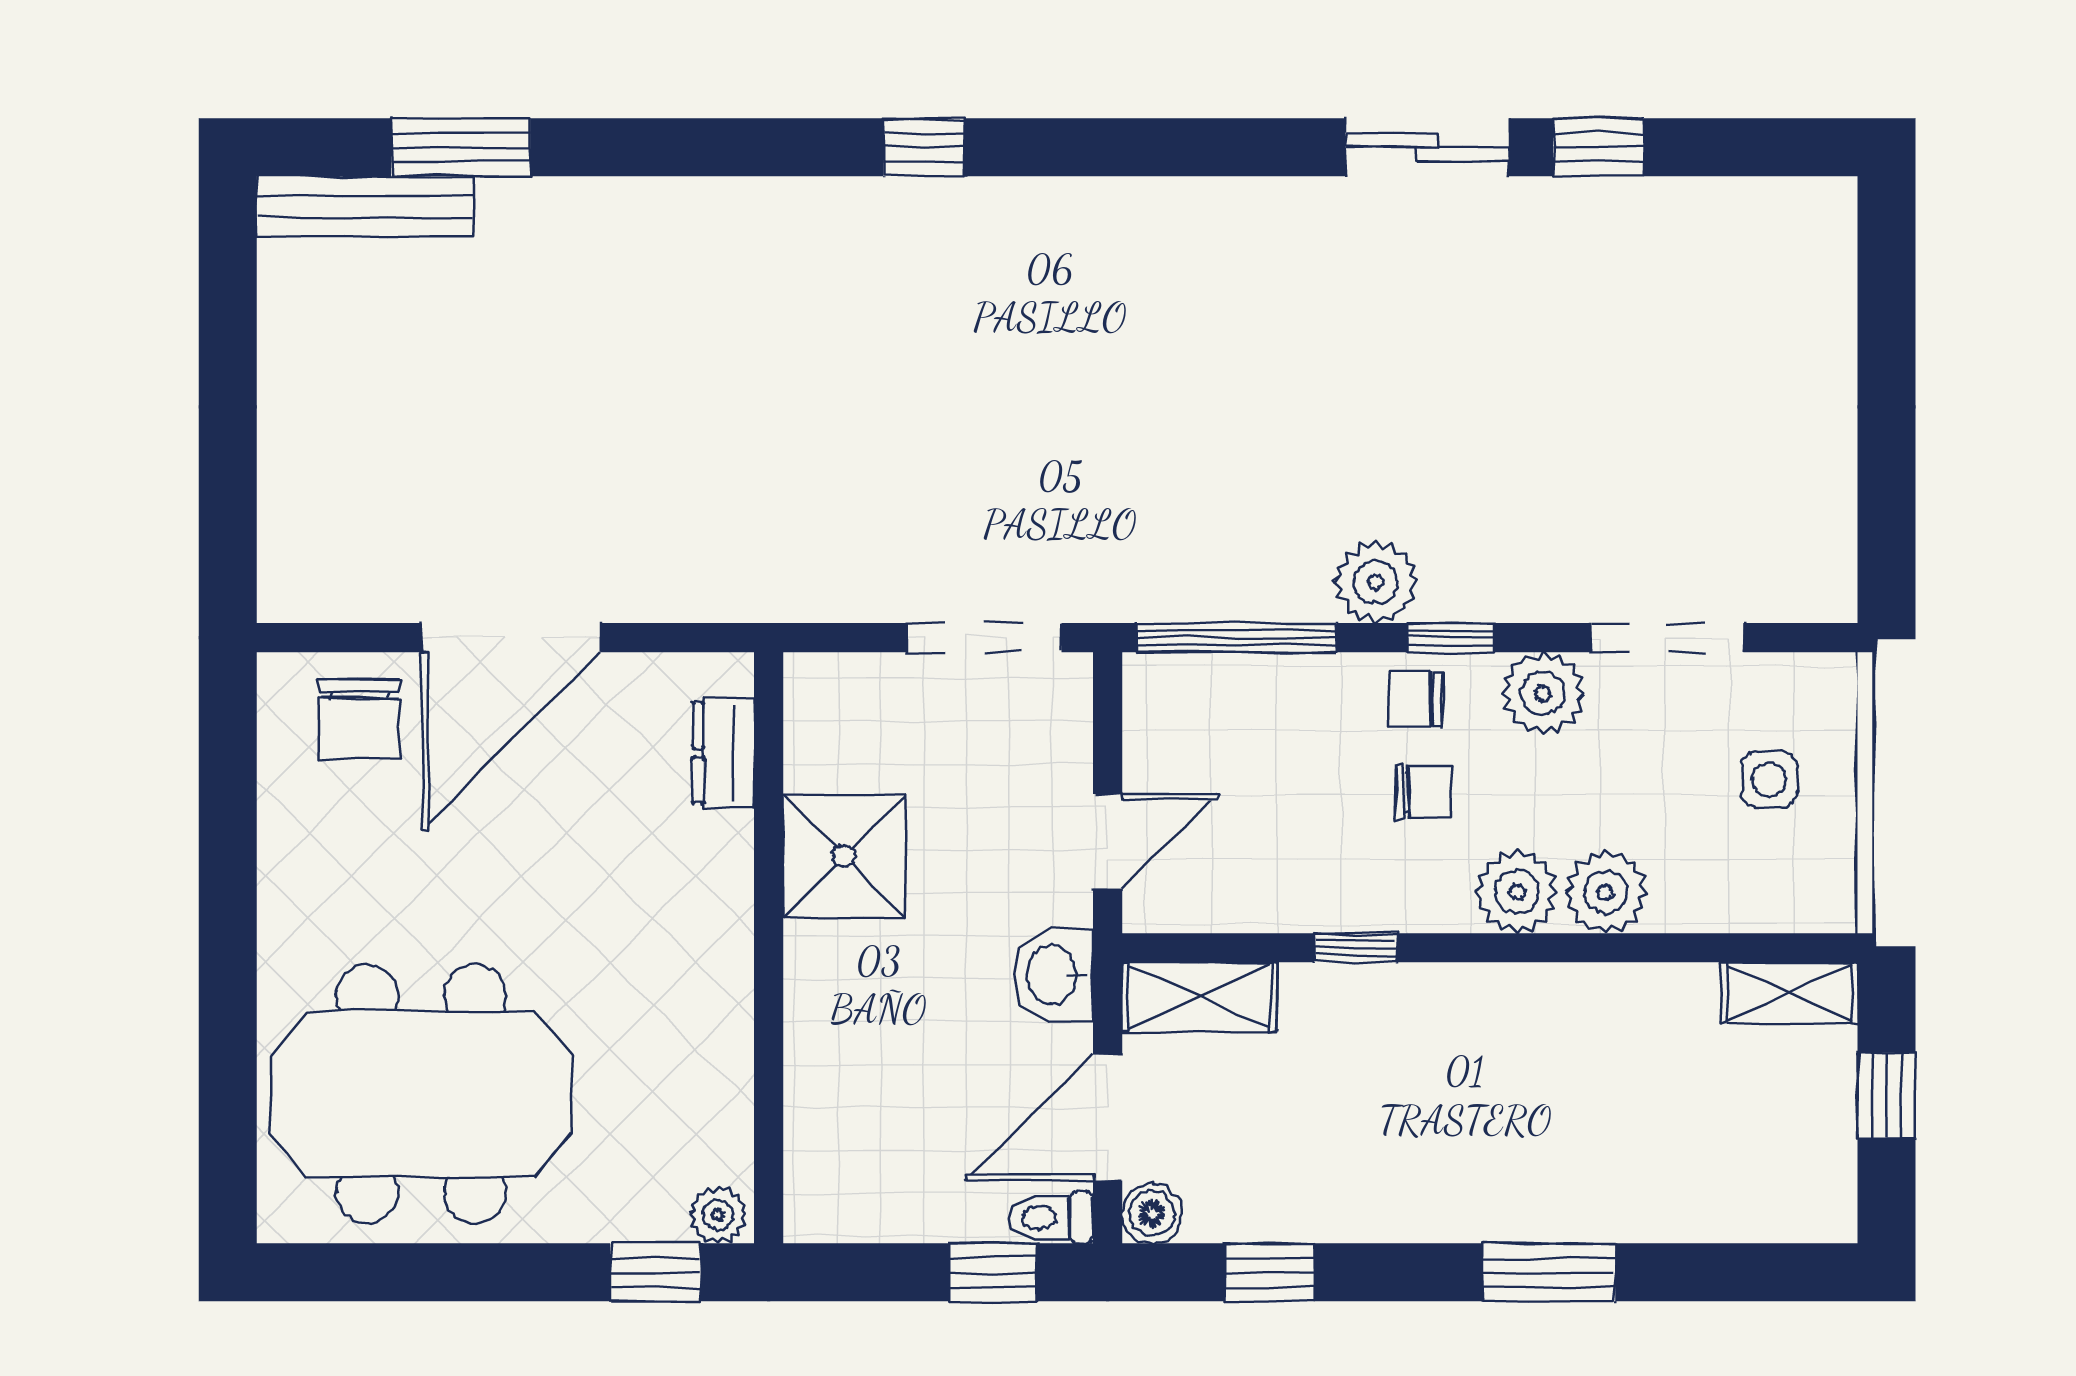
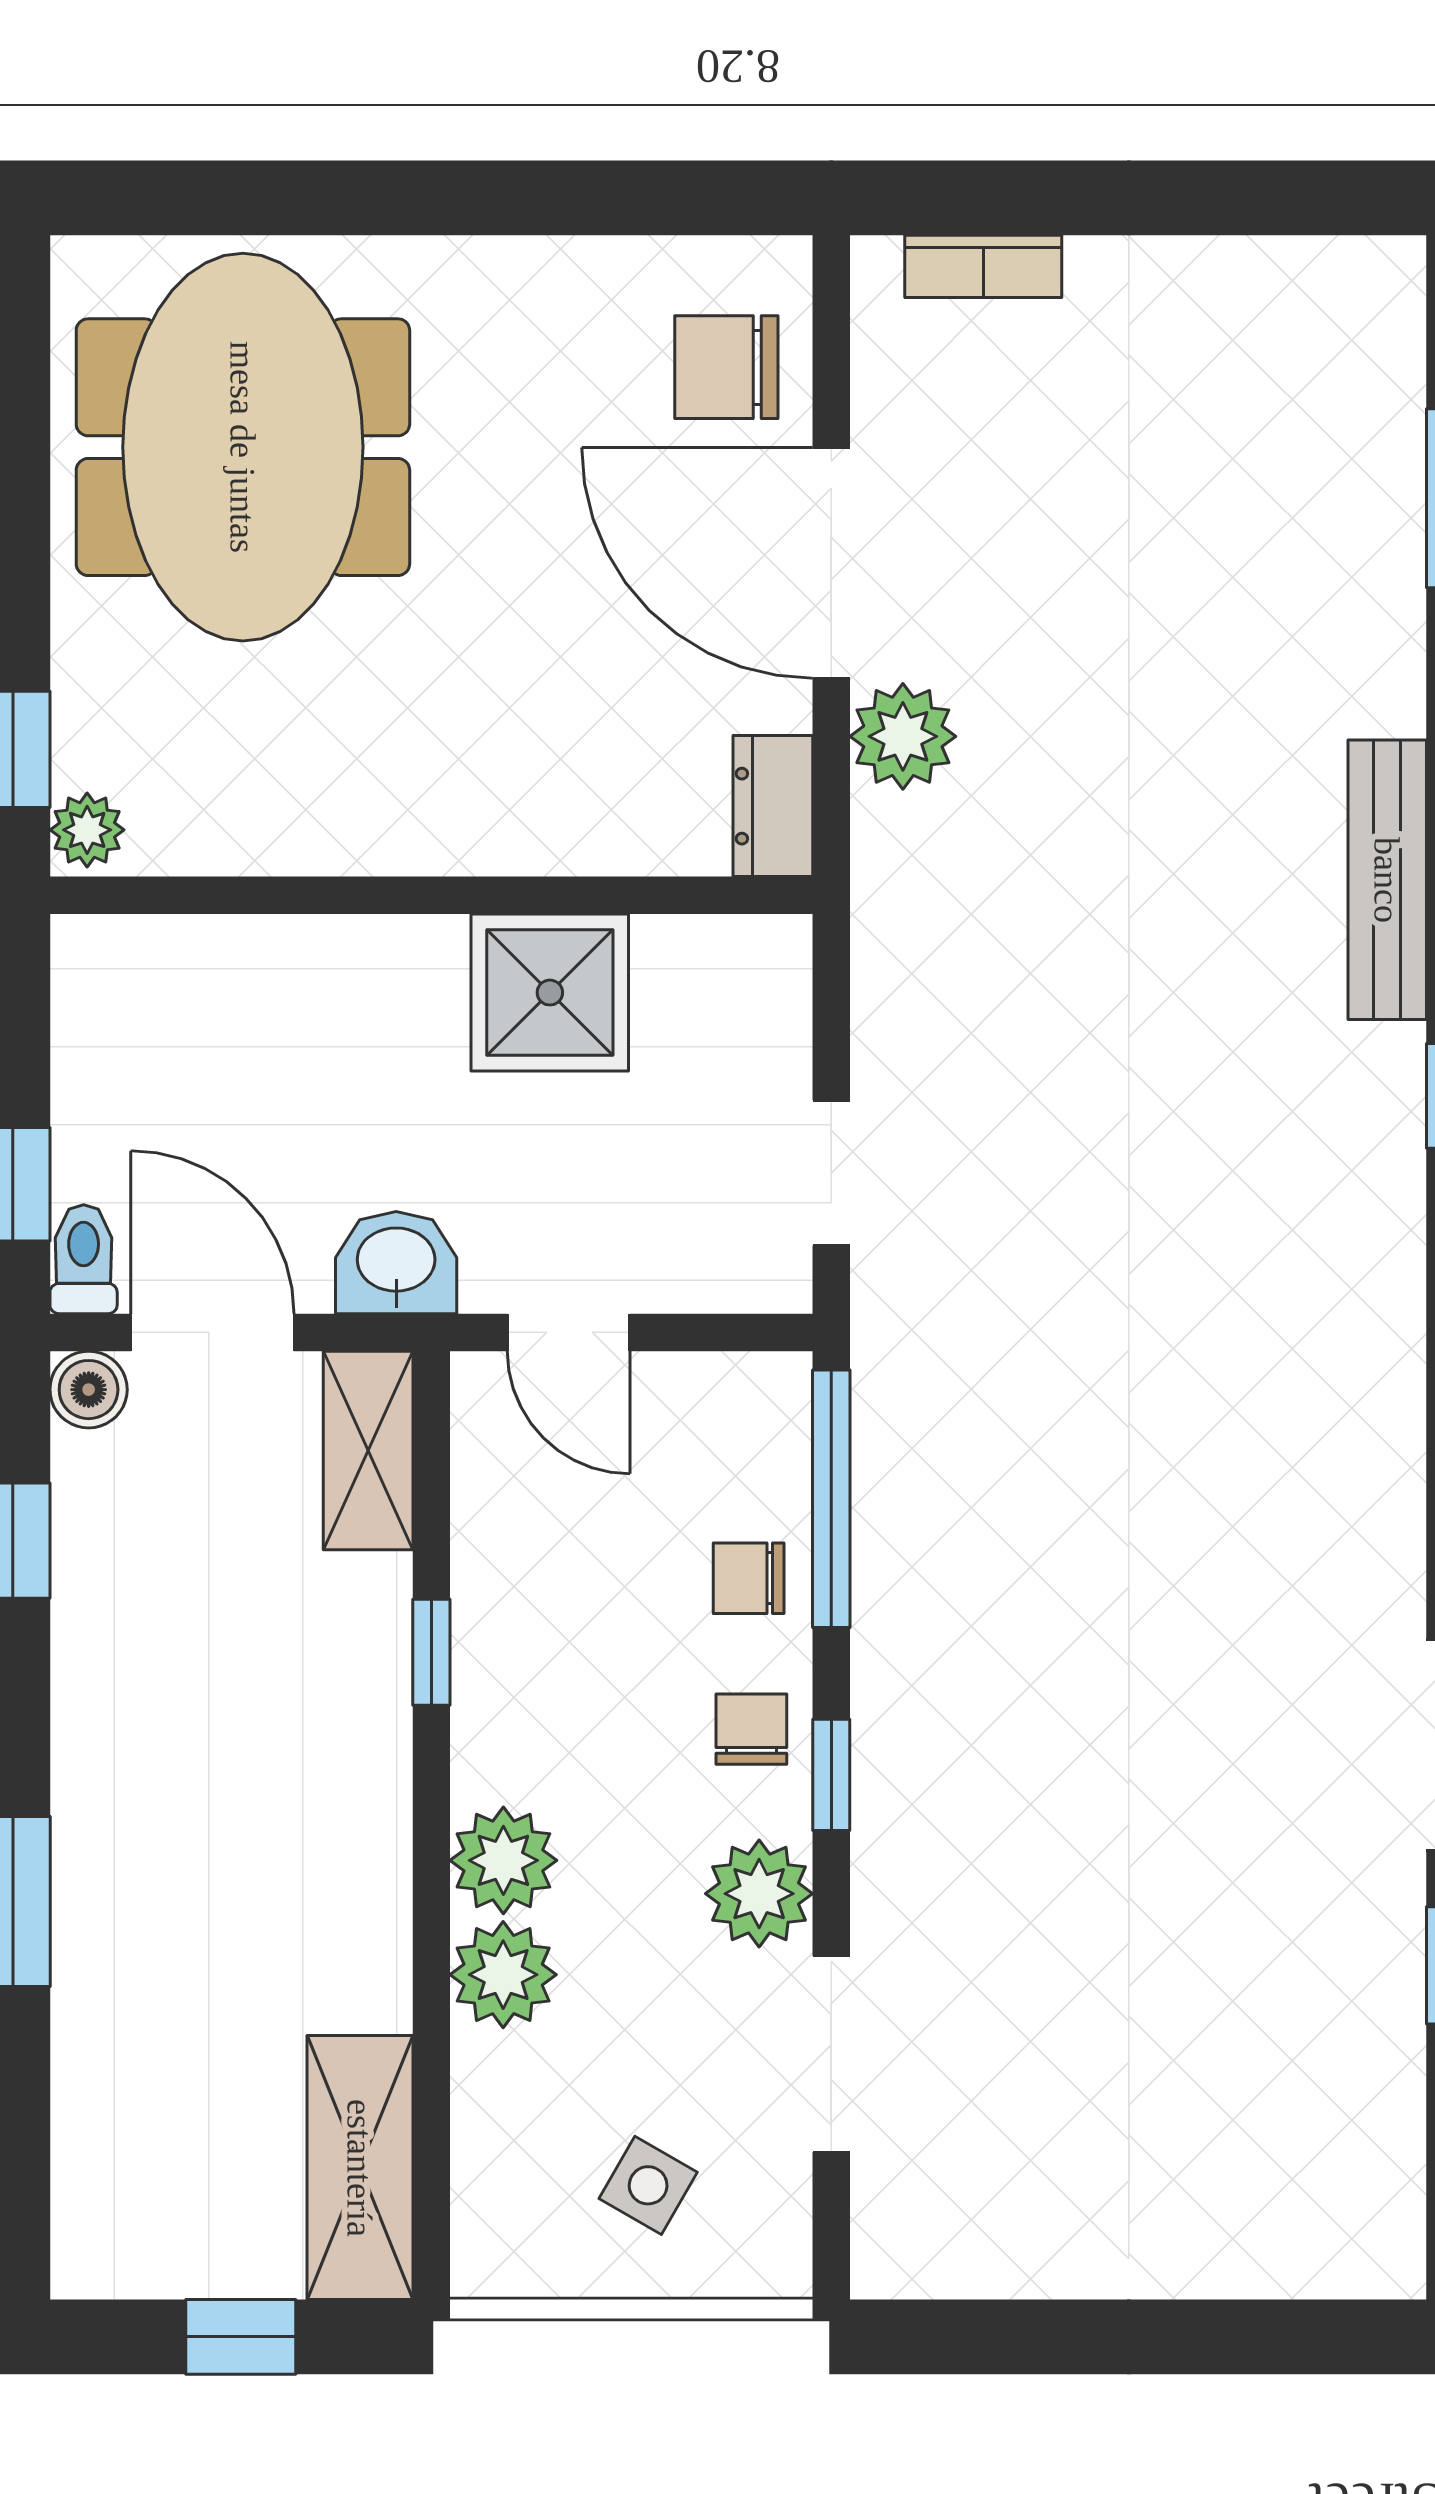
bench: (365, 206) -> (1387, 880), moved
bookcase: (281, 520) -> (983, 266), added
plant: (1376, 582) -> (903, 736), moved
doorway: (984, 638) -> (831, 1173), width x0.73
dresser: (723, 753) -> (773, 806), moved, turned -90
side table: (1769, 780) -> (648, 2185), turned 30
chair: (1423, 792) -> (749, 1578), moved, turned 90
shelving: (1789, 993) -> (360, 2168), width x1.50, depth x1.33

